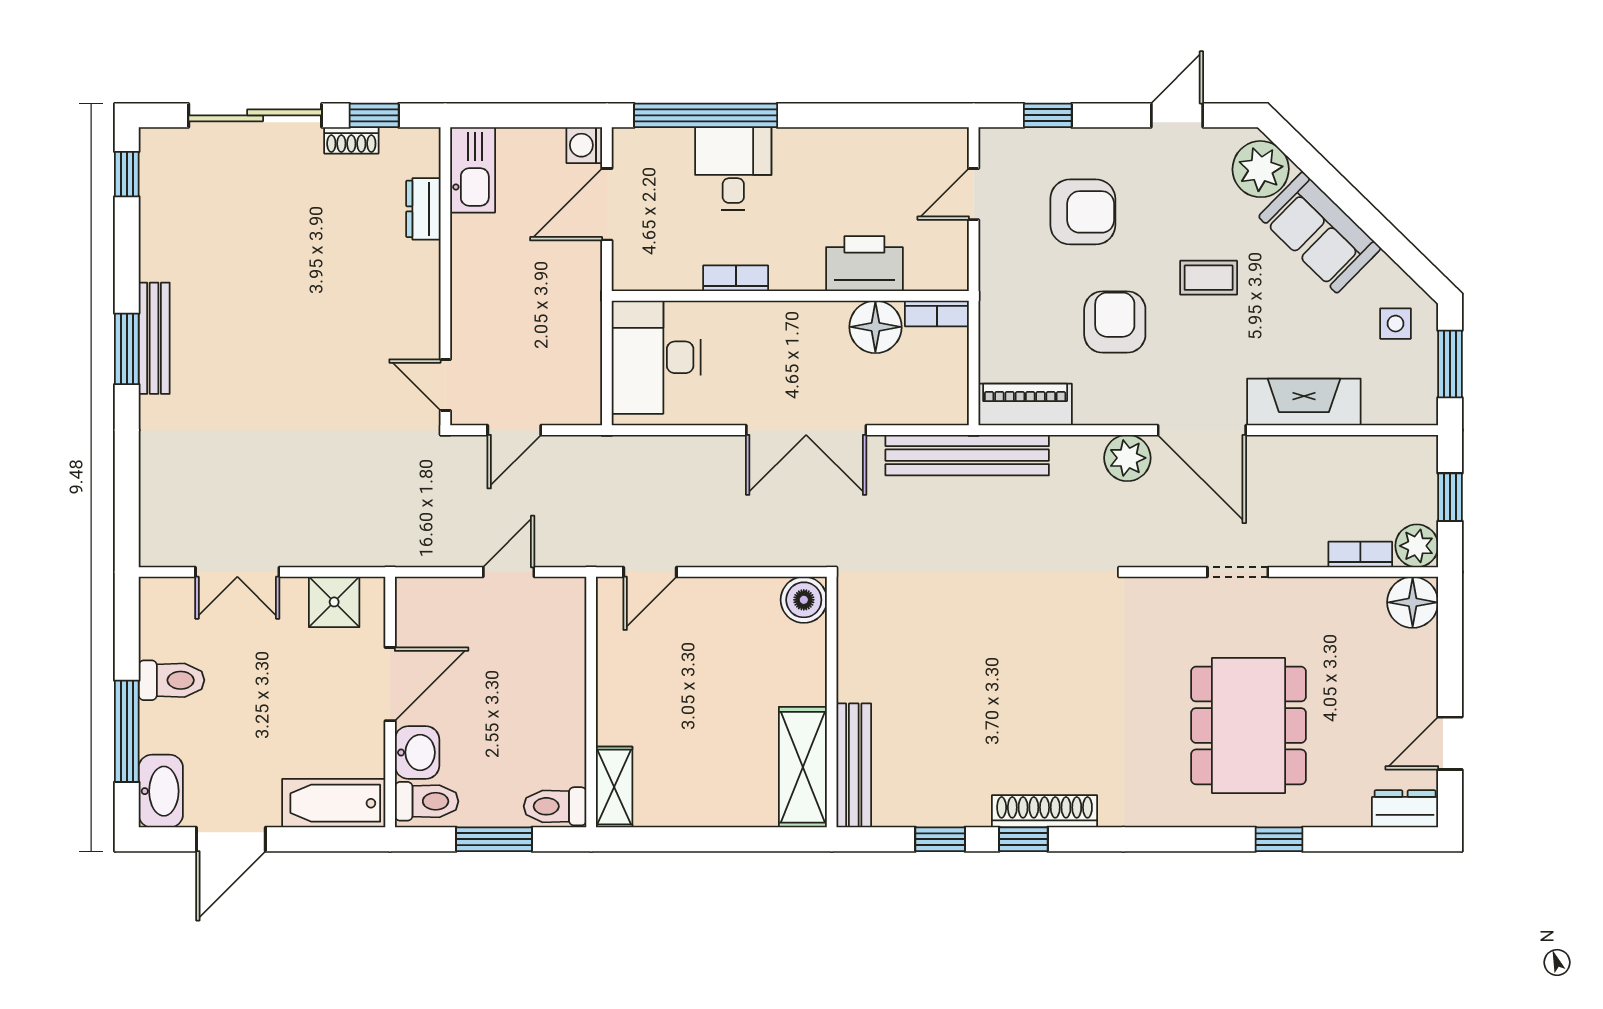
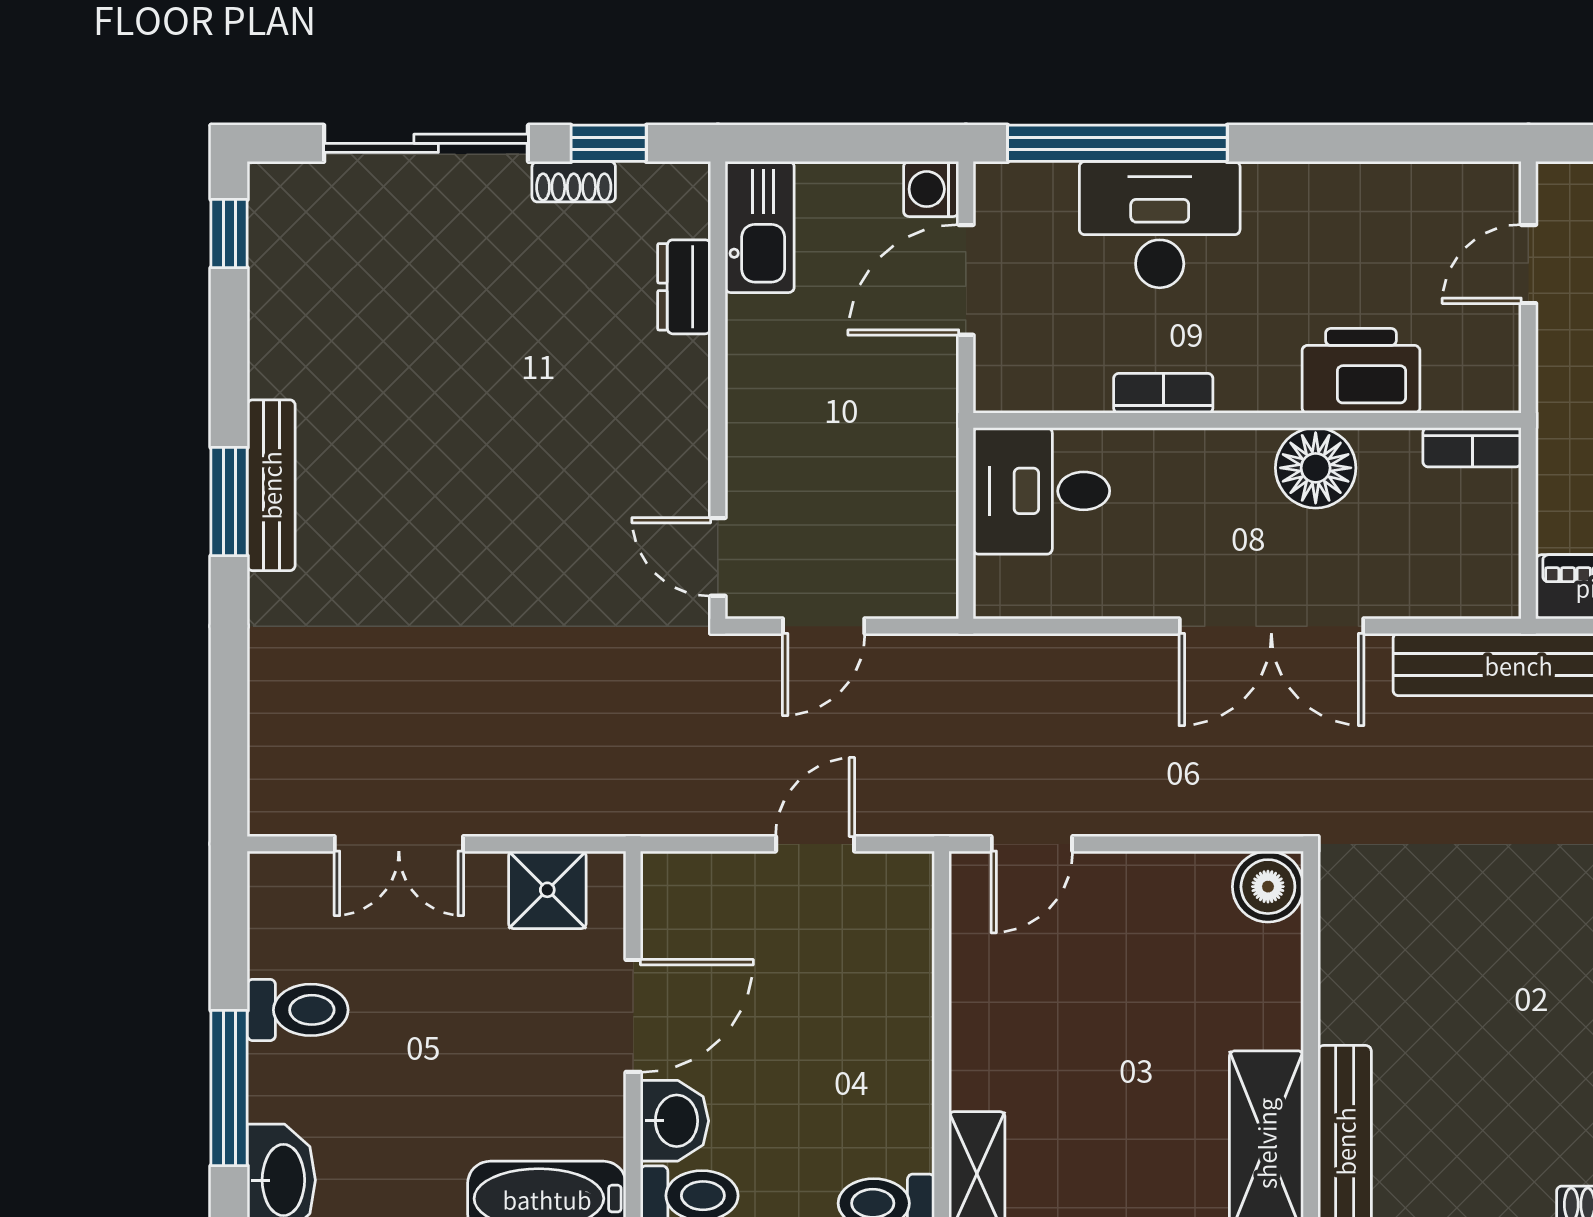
desk: (733, 168) -> (1160, 225), width x1.37
floor lamp: (875, 327) -> (1316, 468), moved
desk: (656, 357) -> (1041, 491), width x0.73

